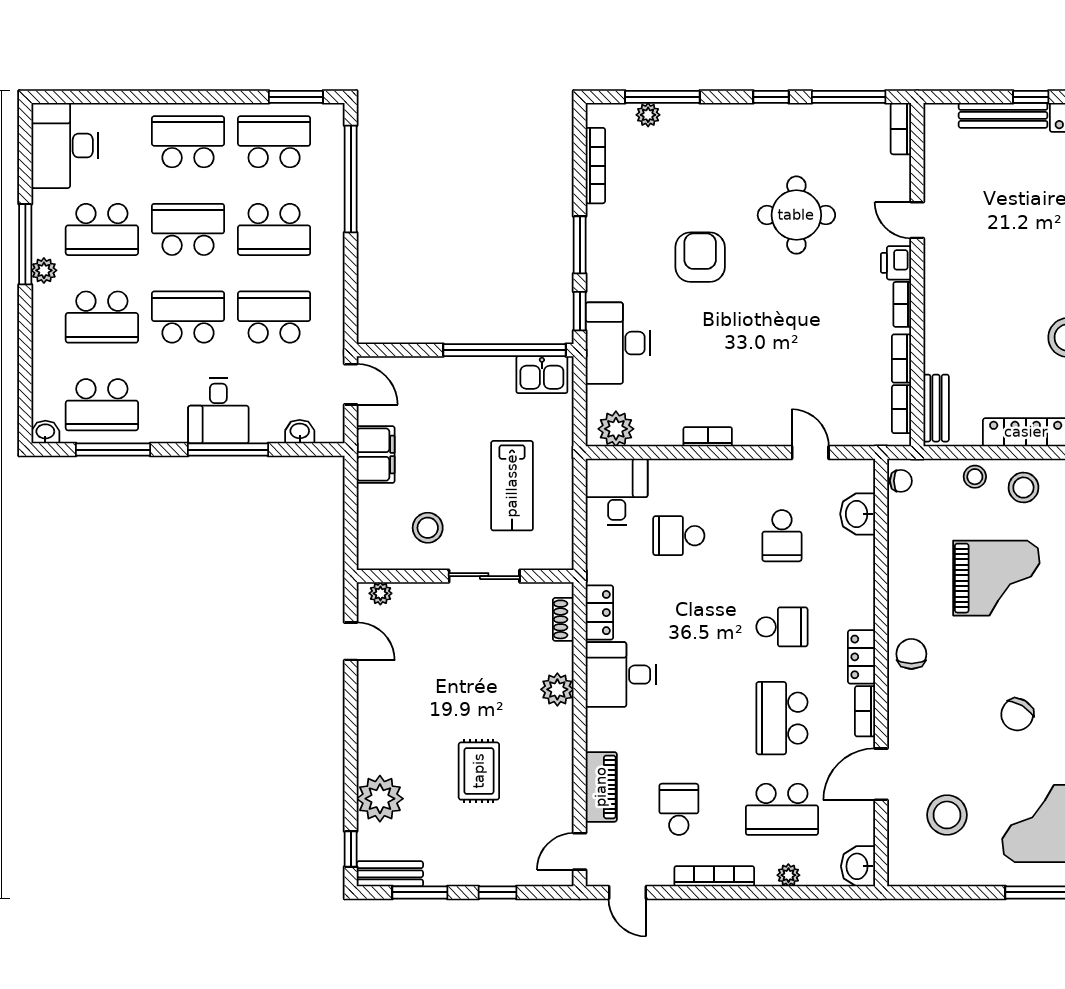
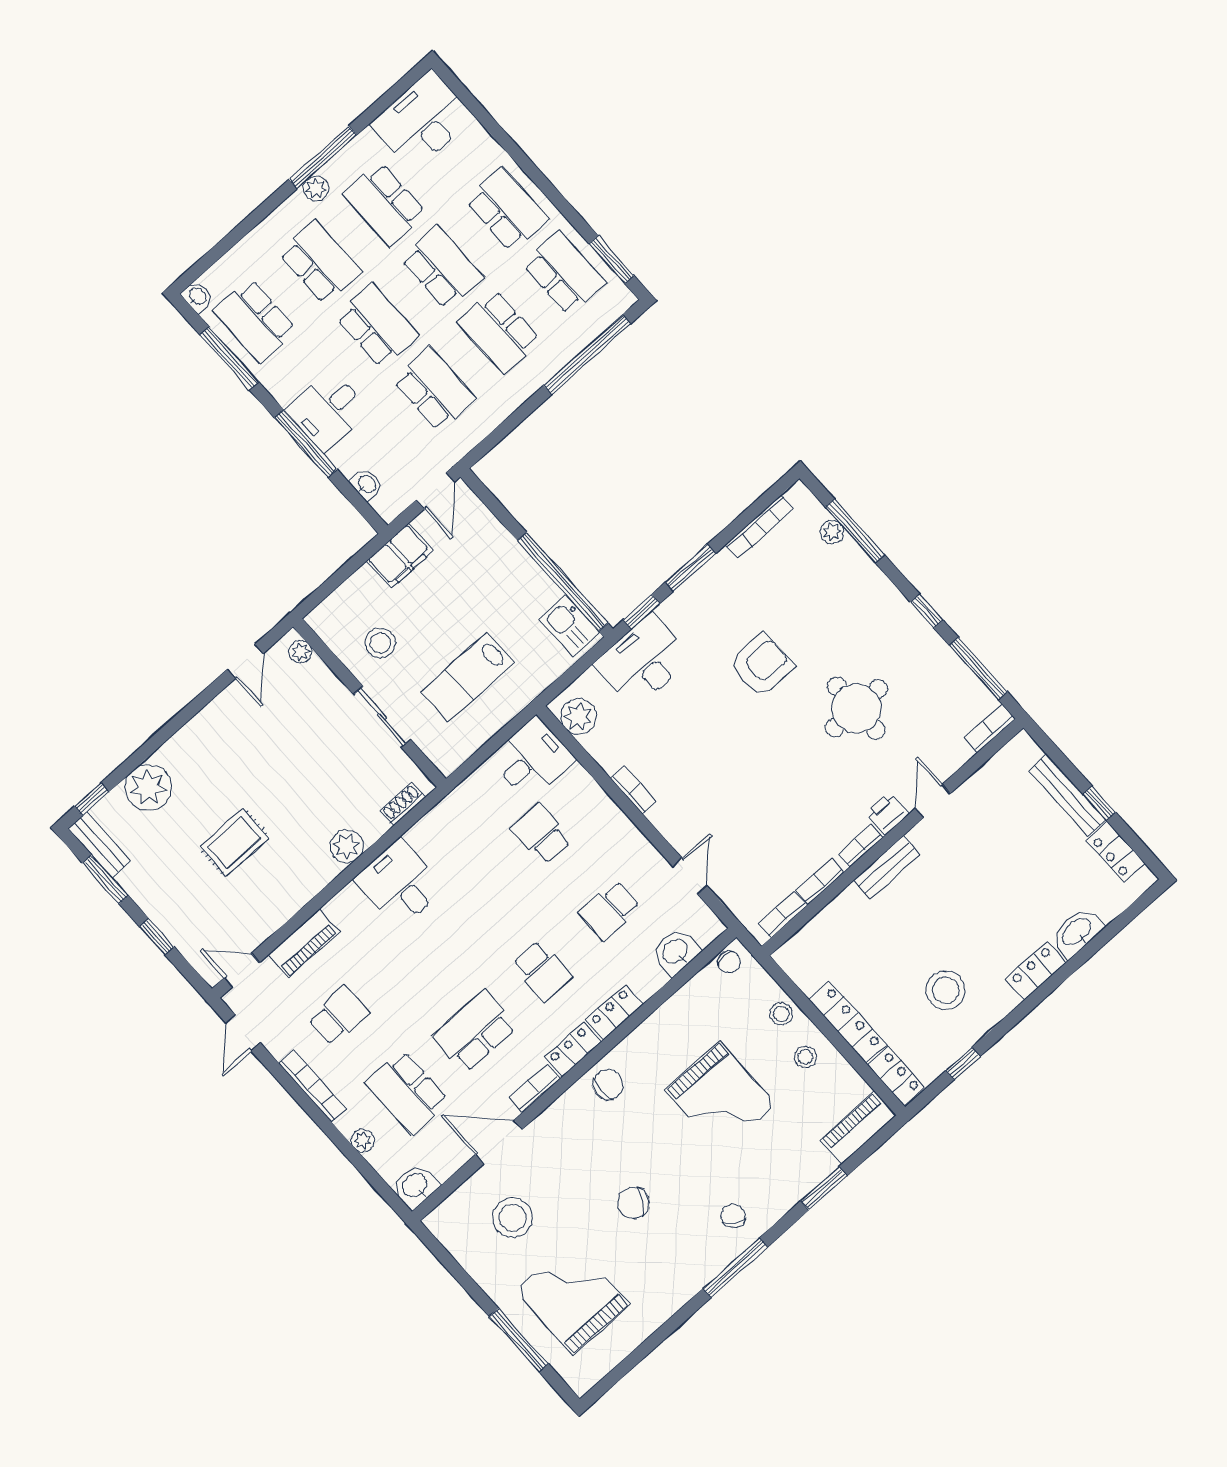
school desk: (102, 317) -> (320, 262), turned 180
bench: (936, 408) -> (887, 867), moved
stool: (1023, 488) -> (805, 1057), width x0.73, depth x0.73
locker: (599, 613) -> (614, 1012), moved, turned 180

